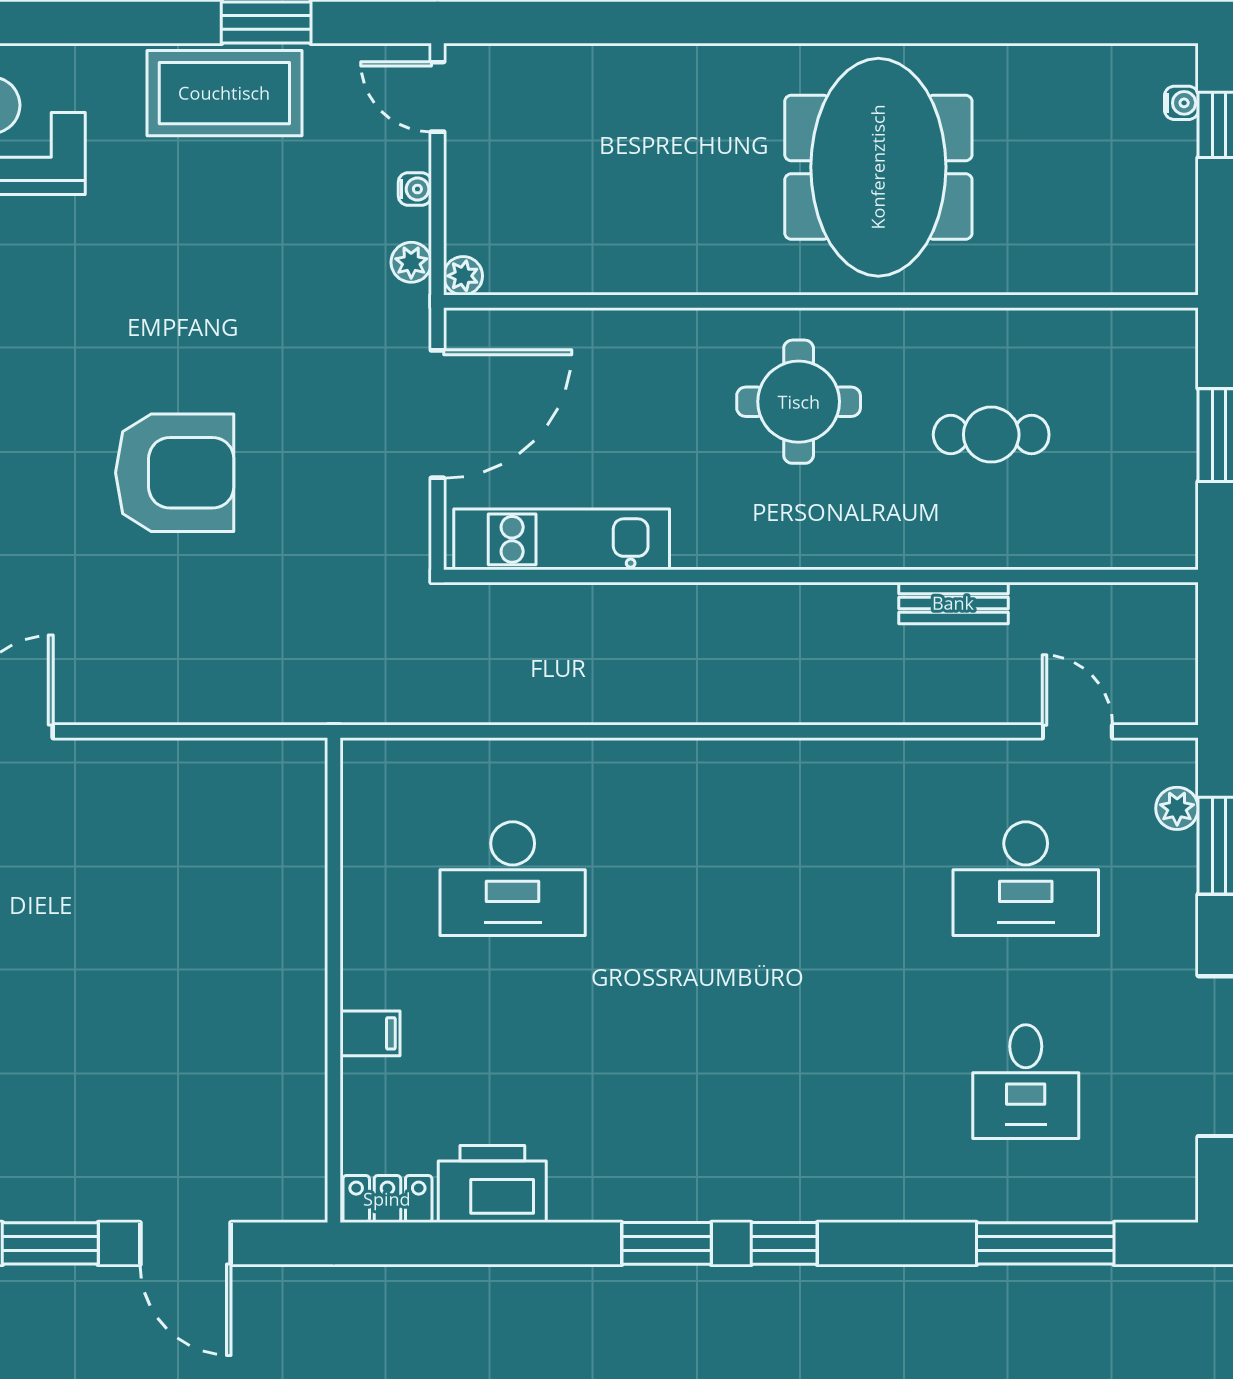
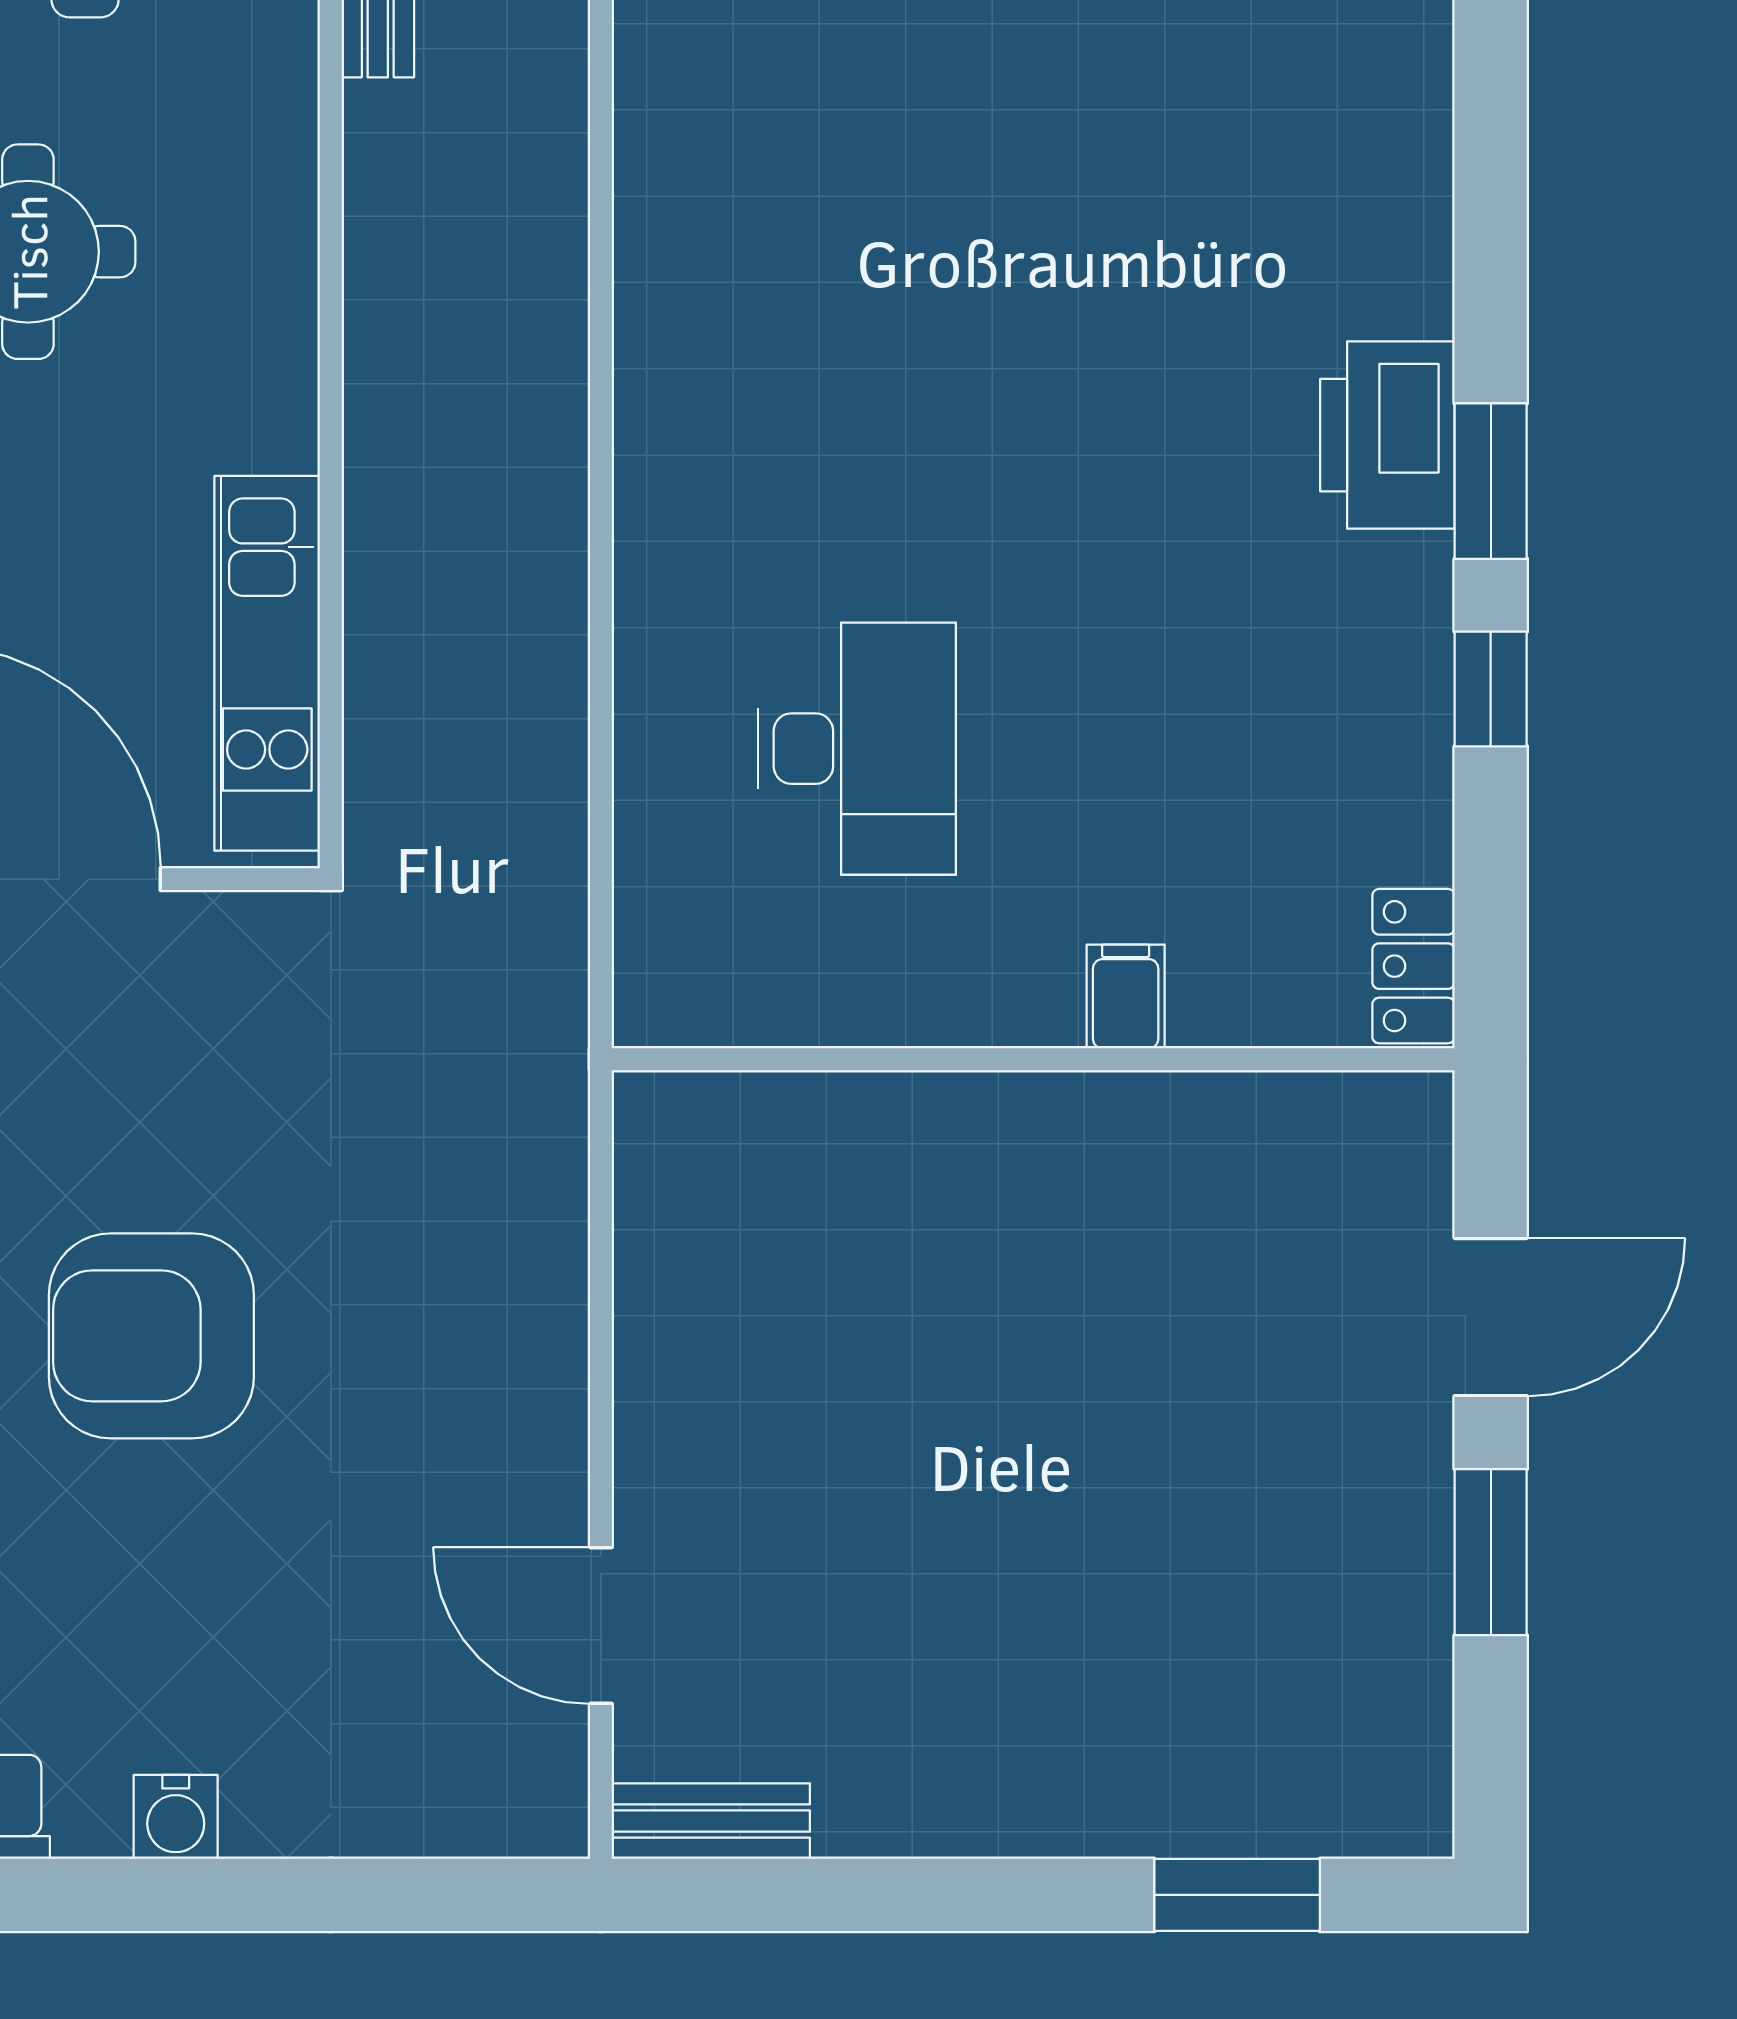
armchair: (175, 473) -> (151, 1336), turned -90
printer: (492, 1184) -> (1387, 435), moved
window: (784, 1243) -> (1491, 689), moved

